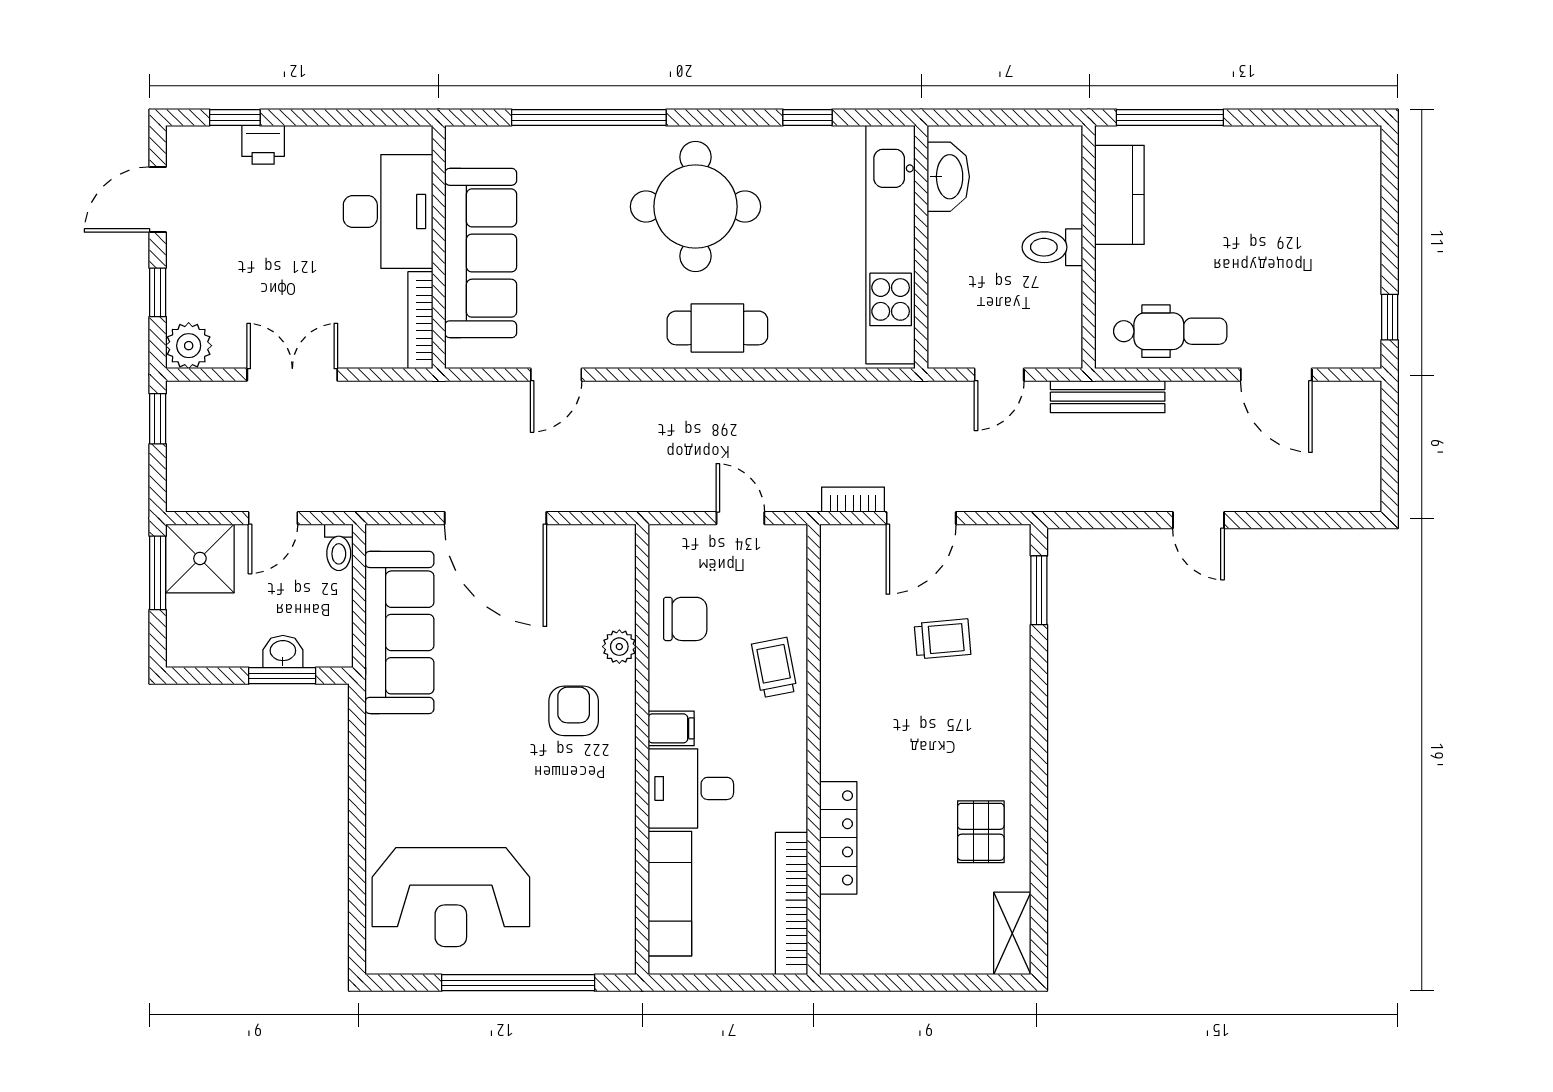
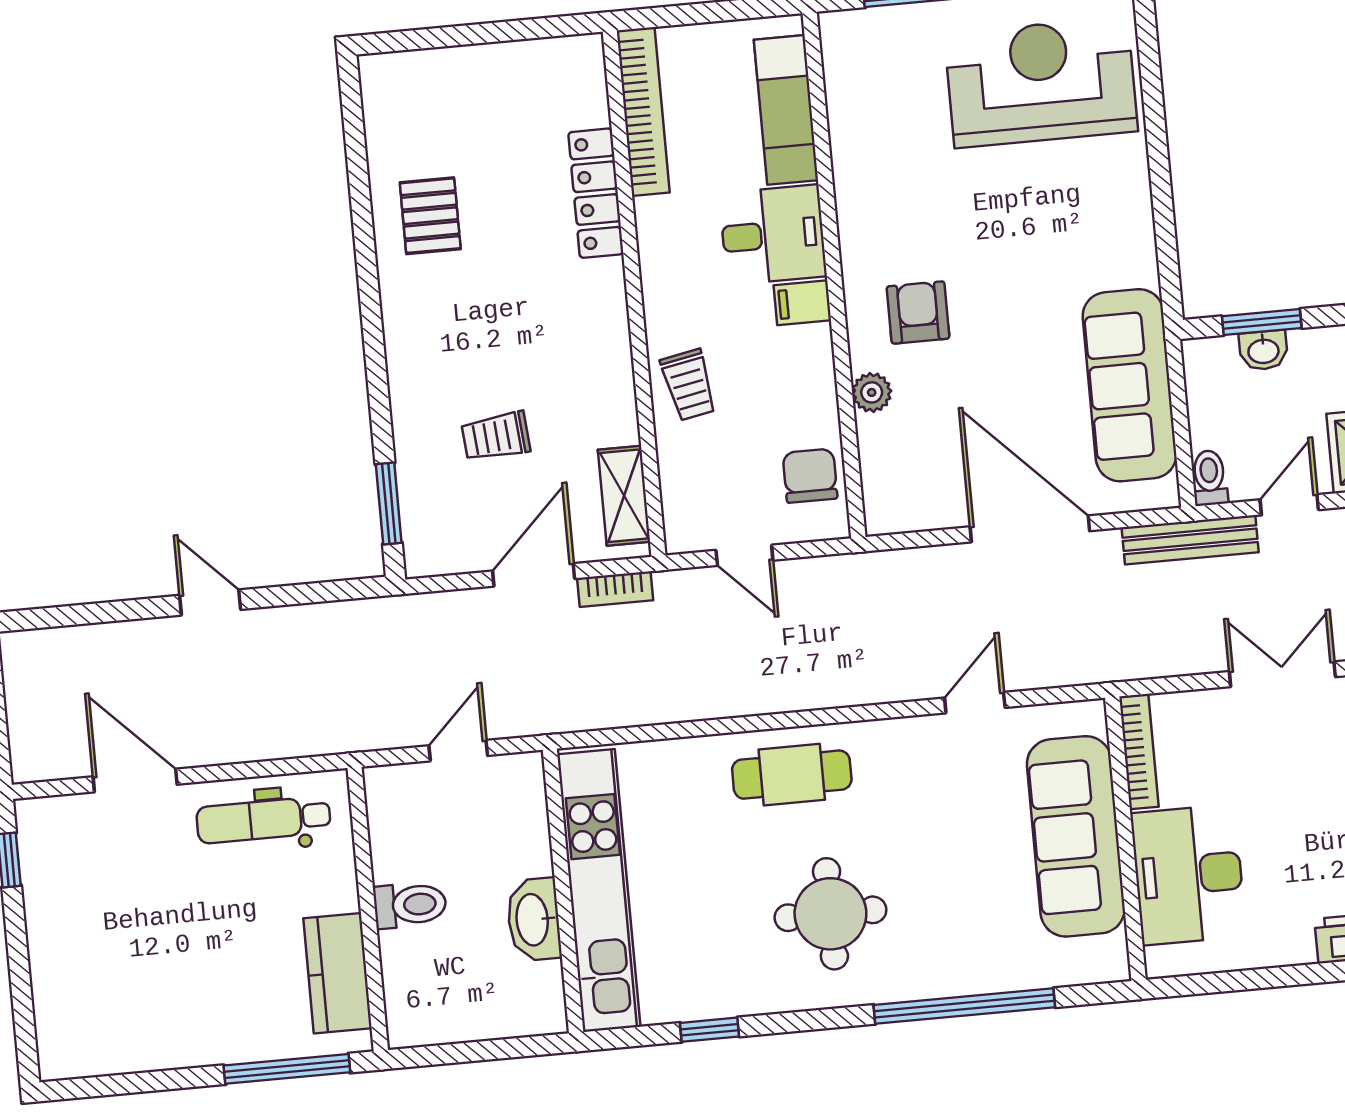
washbasin: (948, 177) -> (534, 920), moved
round table: (695, 207) -> (830, 914), width x0.73, depth x0.73
double door: (292, 375) -> (1282, 674), swing flipped
bench: (1108, 397) -> (1190, 540), moved
chair: (685, 619) -> (810, 476), moved, turned 90
armchair: (574, 711) -> (918, 312), turned 180
shelving: (1012, 933) -> (624, 496), moved

